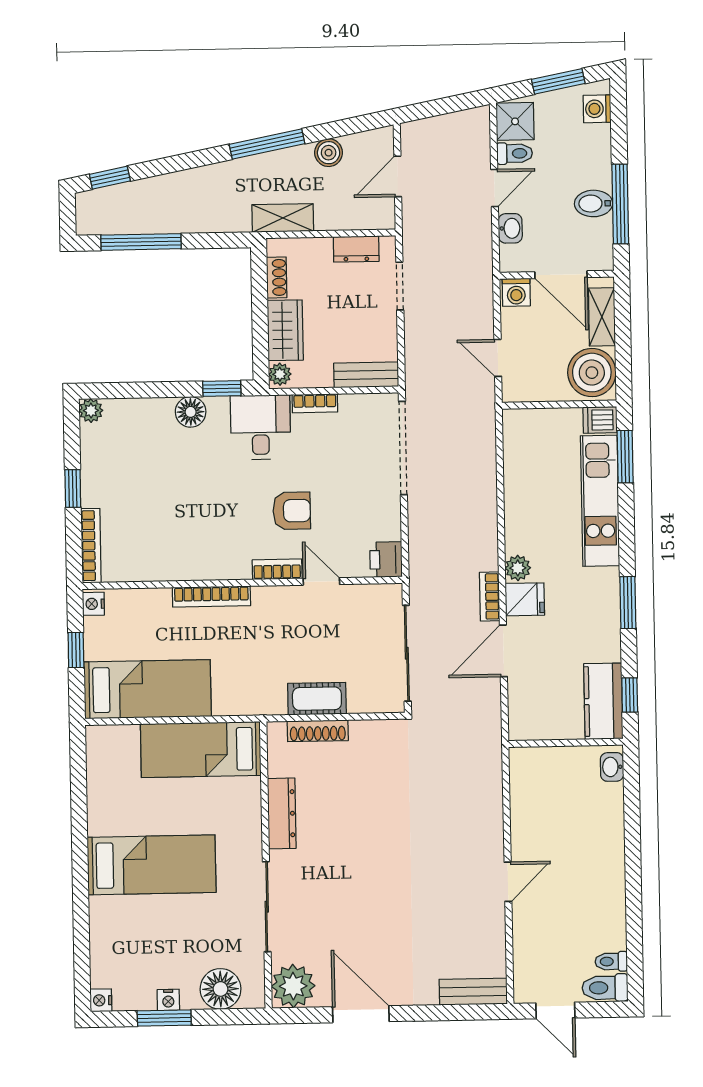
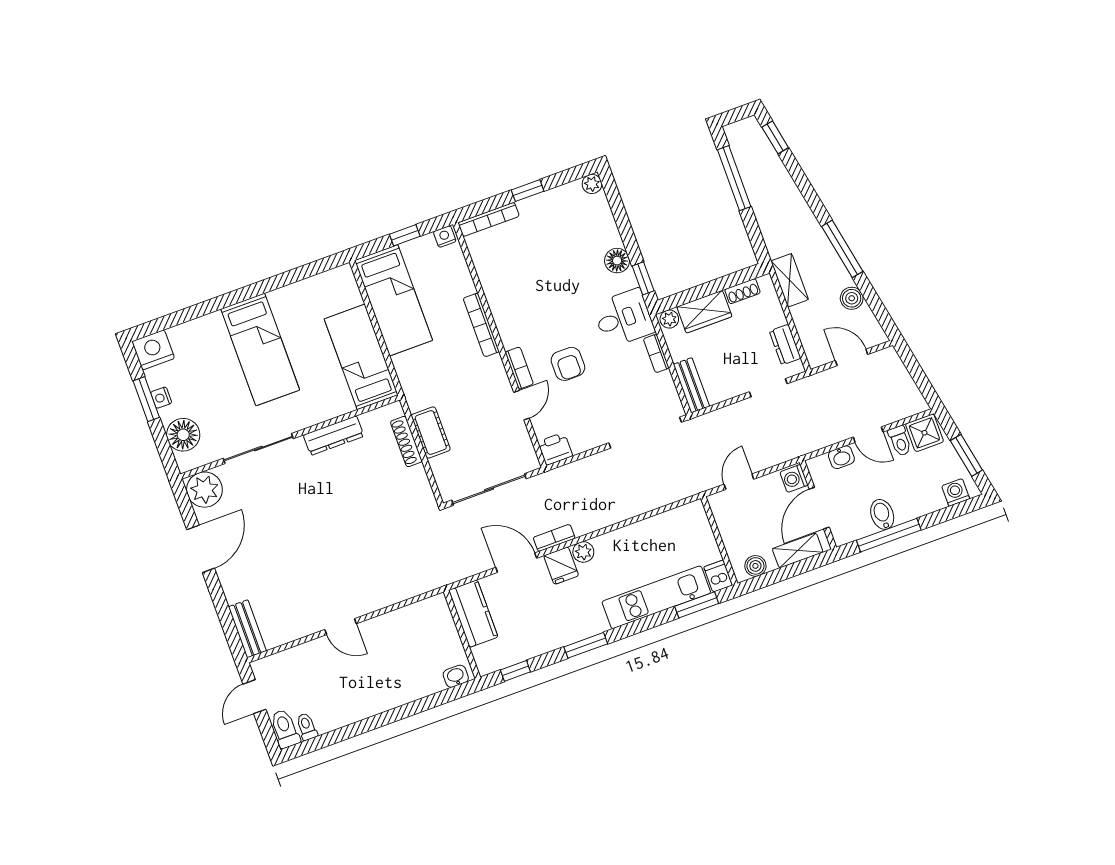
boiler: (592, 373) -> (755, 566), width x0.54, depth x0.54
kitchen counter: (603, 701) -> (473, 614), moved, turned 90
nightstand: (101, 1000) -> (153, 350), width x1.89, depth x1.79

